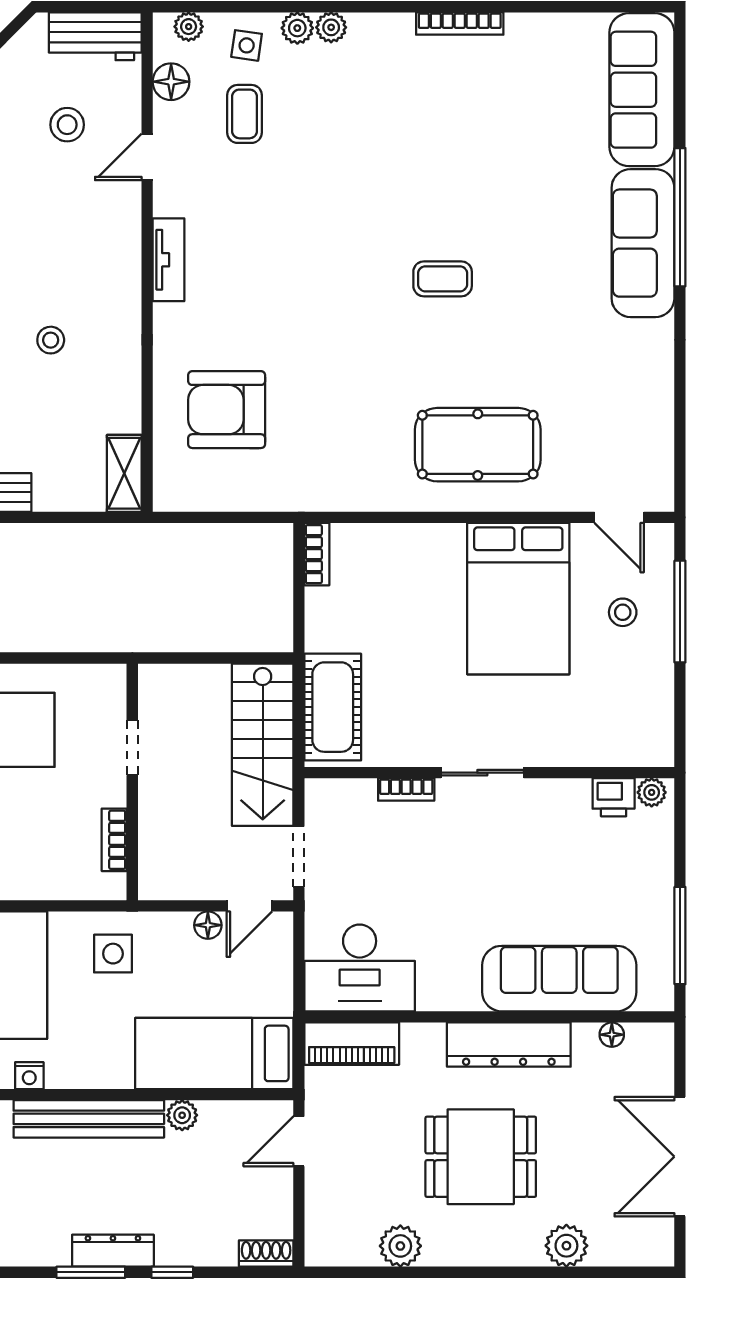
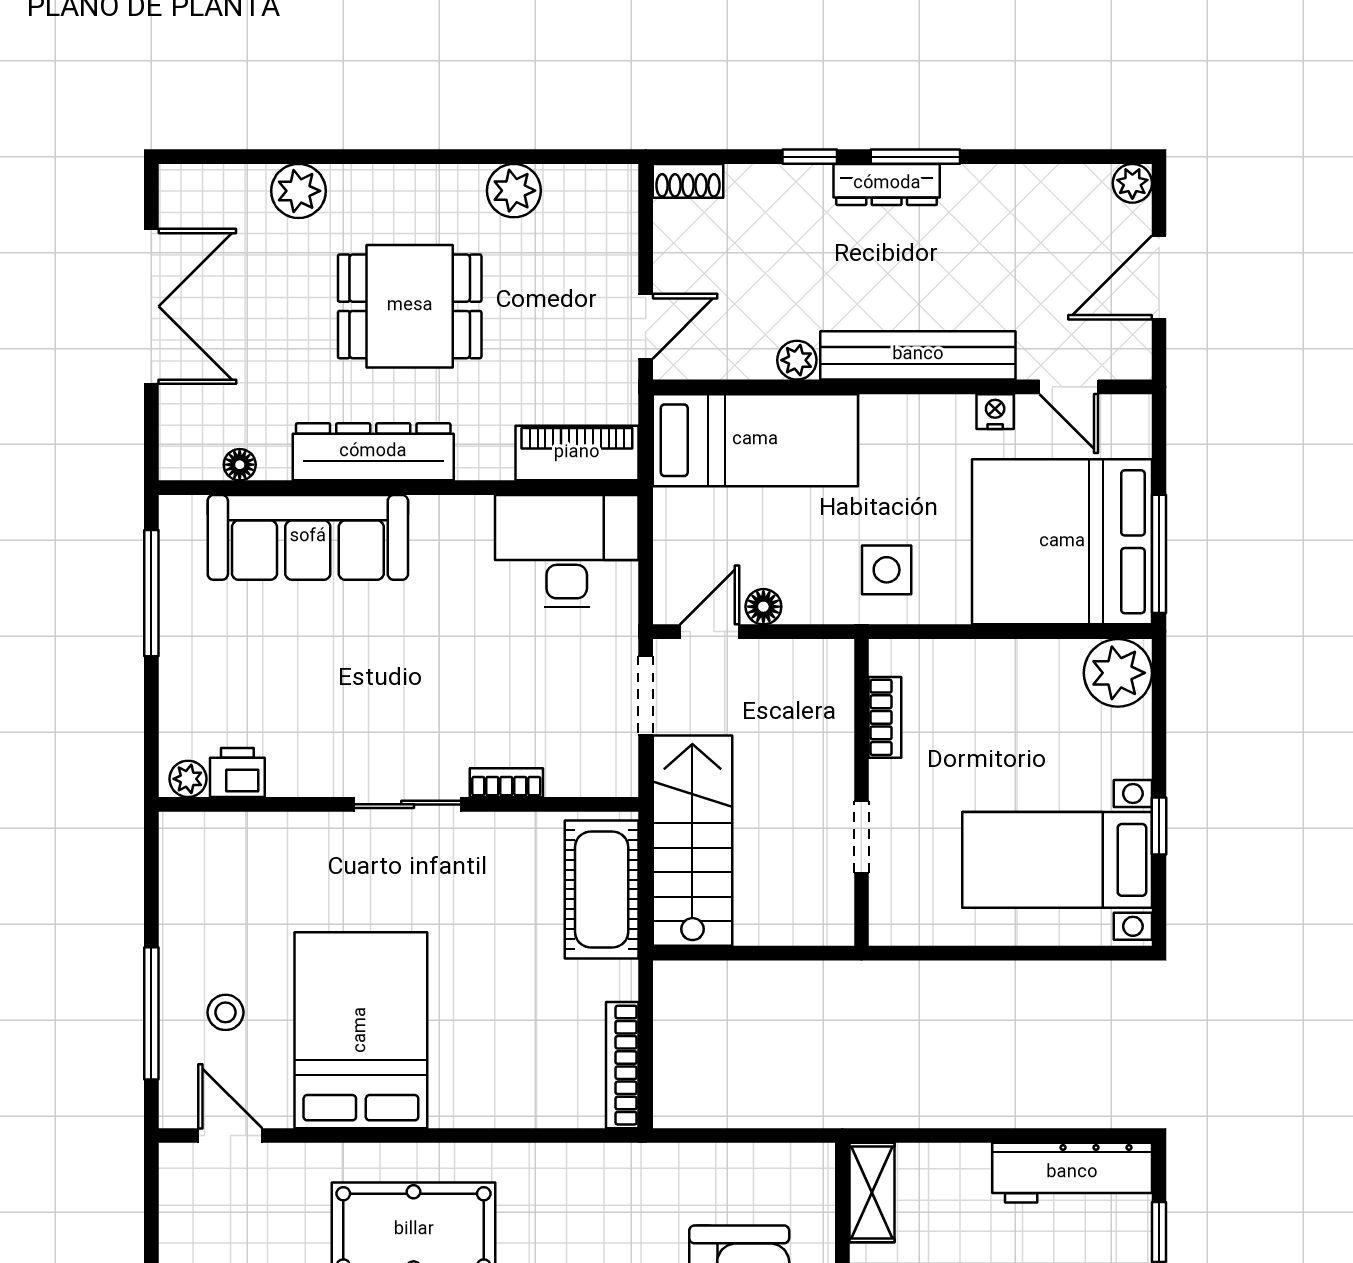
bookcase: (317, 554) -> (622, 1065), width x1.56

